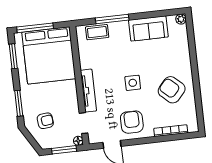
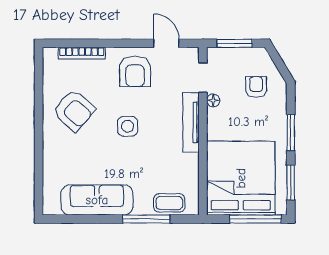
plant: (181, 19) -> (50, 208), removed
sofa: (148, 28) -> (97, 200), width x1.36
window: (19, 103) -> (291, 133), moved
armchair: (45, 121) -> (256, 87), turned 96
floor lamp: (78, 141) -> (213, 100), moved

